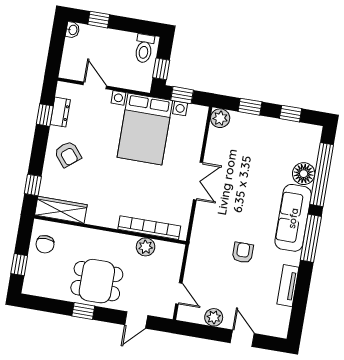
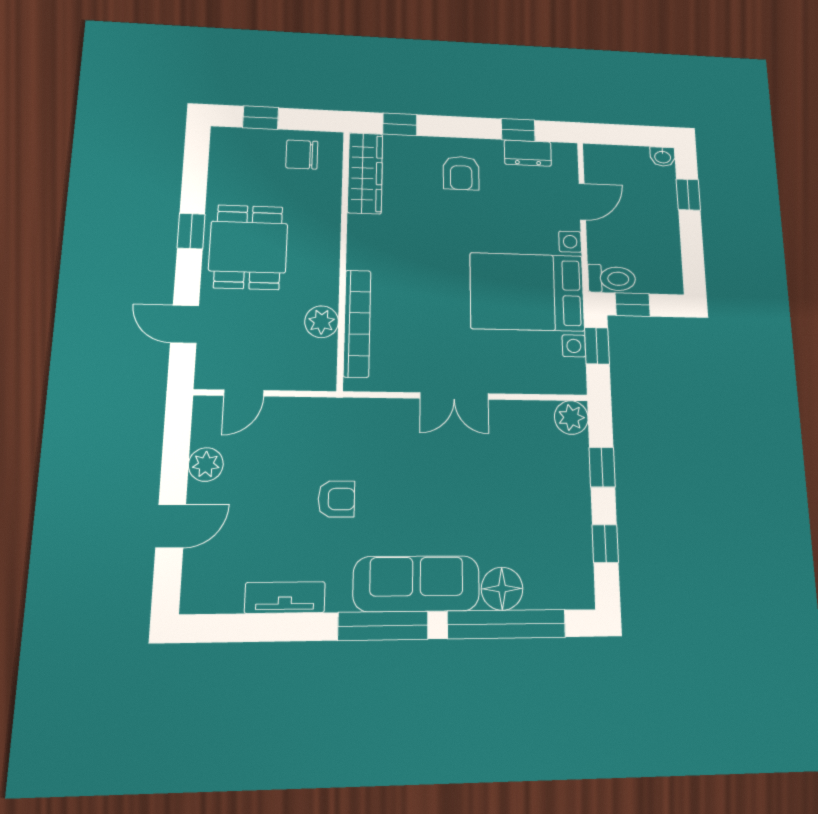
toilet: (144, 48) -> (612, 279), moved, turned 180
armchair: (68, 154) -> (461, 173), turned -51

